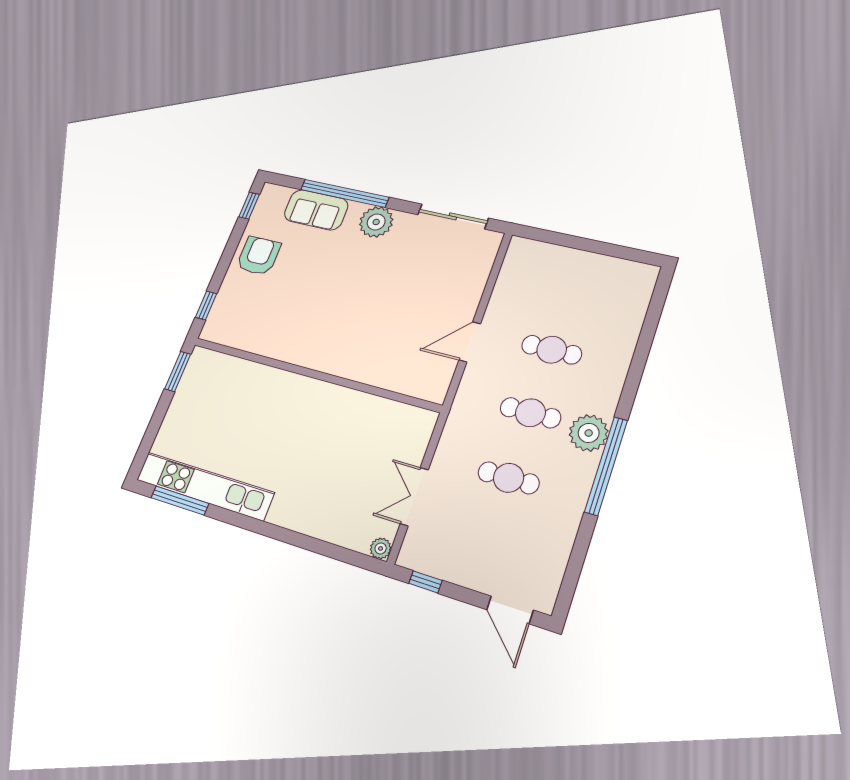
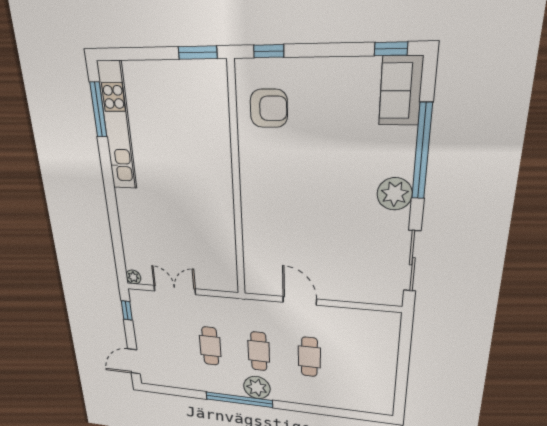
sofa: (316, 210) -> (401, 91), moved
armchair: (259, 256) -> (269, 108), moved

